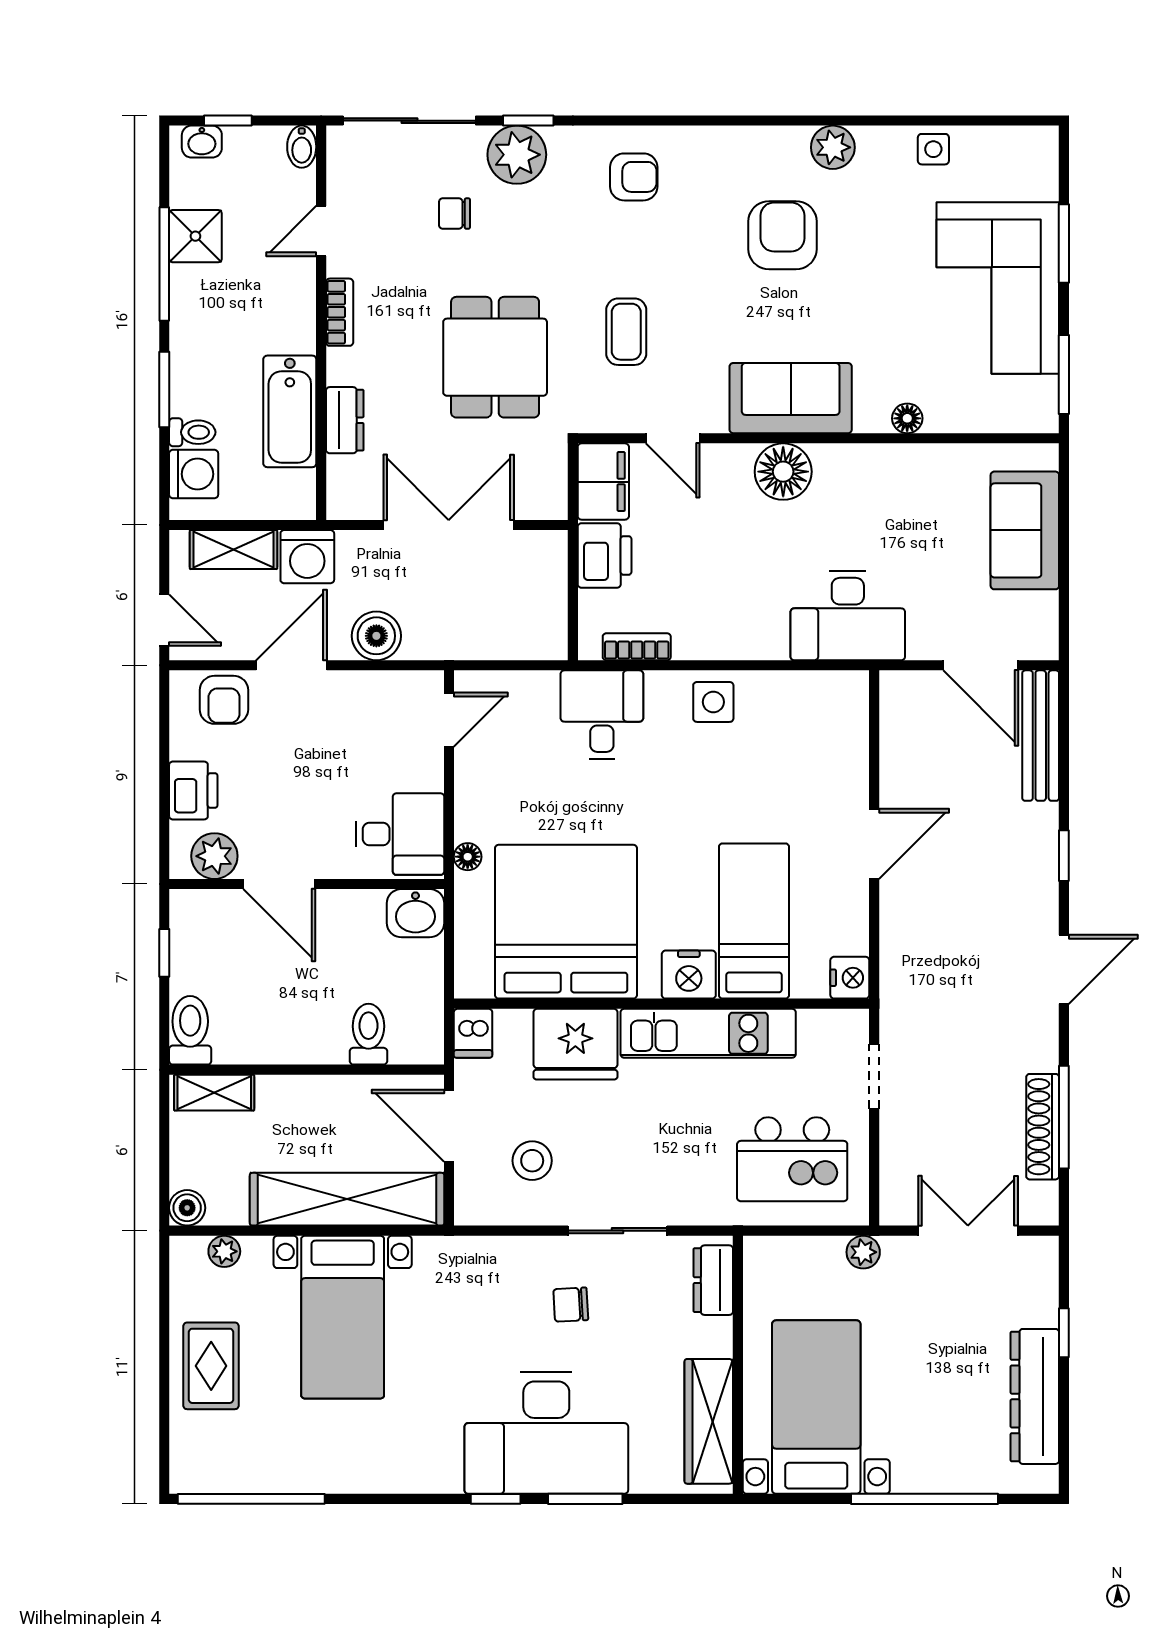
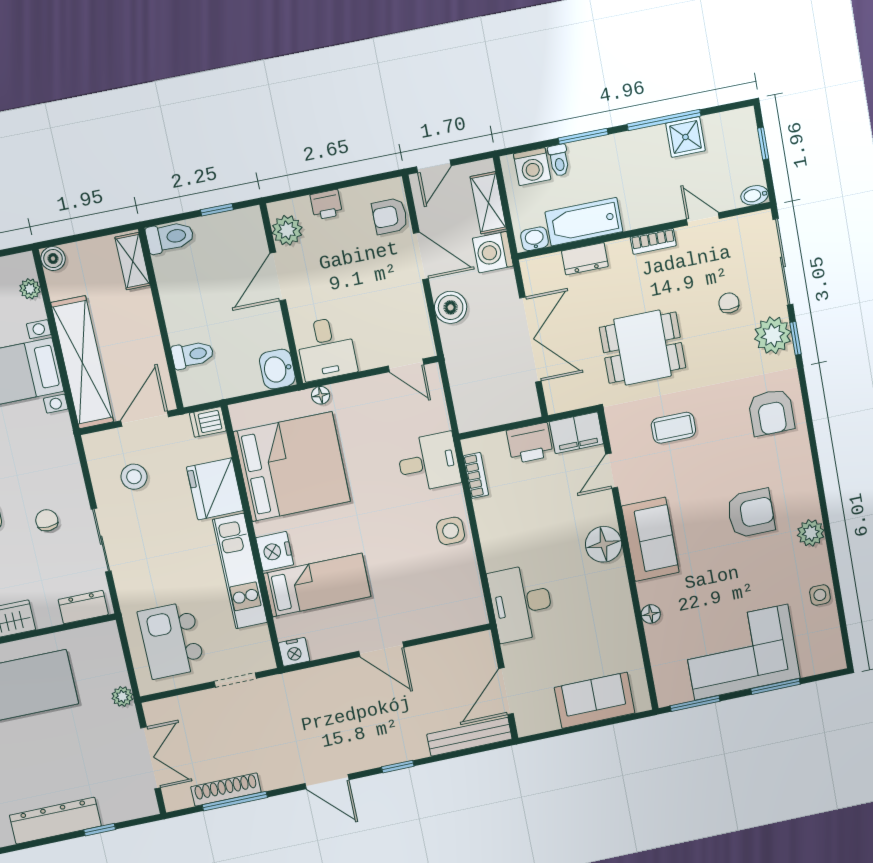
washbasin: (202, 142) -> (534, 239), moved, turned 90
armchair: (634, 177) -> (771, 412), width x1.38, depth x1.38
printer: (193, 791) -> (326, 205), width x0.73, depth x0.81

